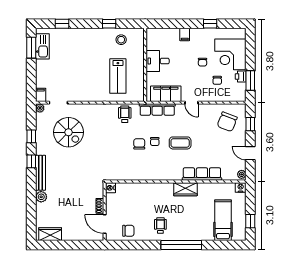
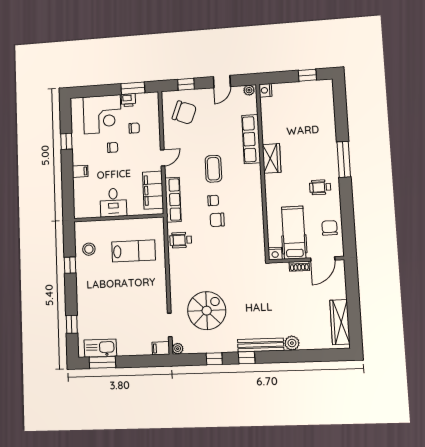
hospital bed: (223, 220) -> (294, 233), moved, turned 90
wardrobe: (50, 234) -> (340, 322), width x1.50
window: (181, 245) -> (344, 159), width x0.68

